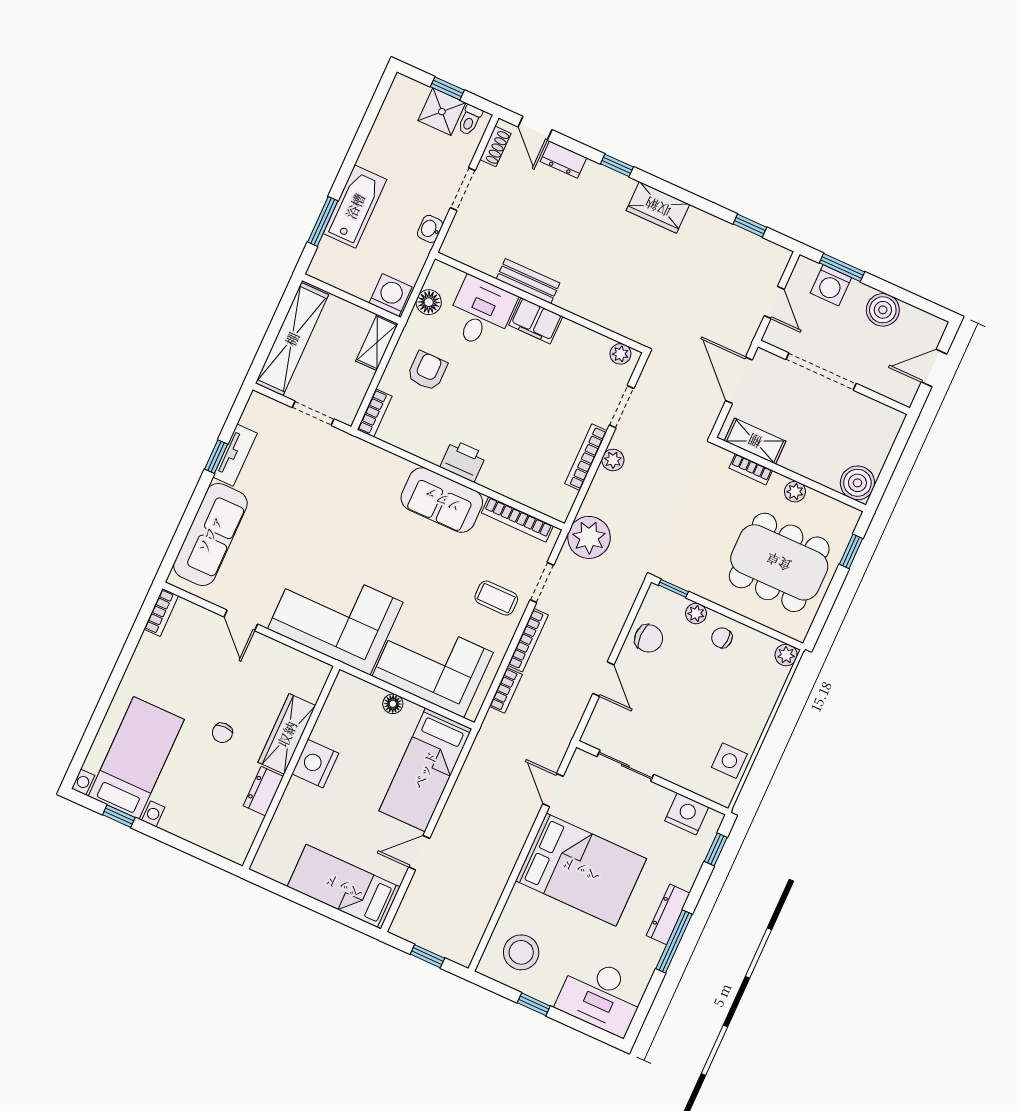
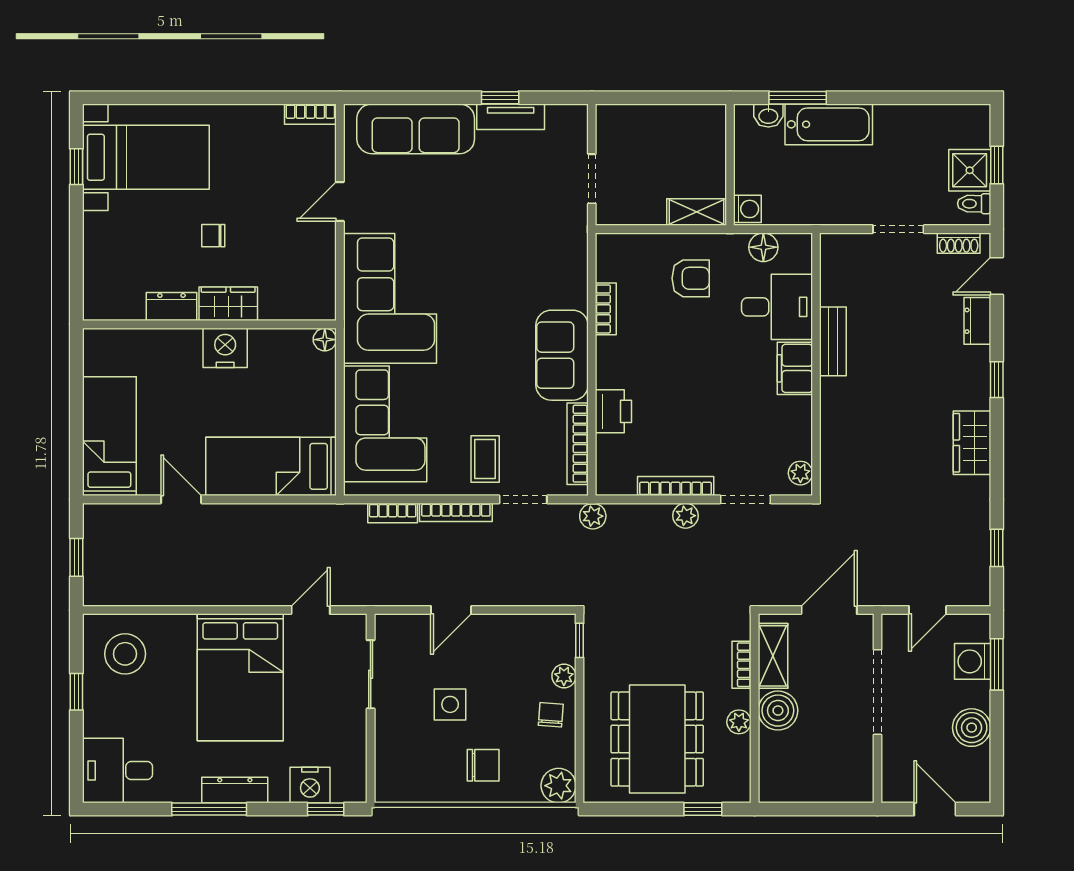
washbasin: (430, 229) -> (768, 116), moved, turned 180
washing machine: (390, 295) -> (747, 209), width x0.73, depth x0.73
shelving: (292, 339) -> (660, 121), removed
bookcase: (375, 413) -> (606, 309), moved, turned -90
printer: (463, 461) -> (613, 411), moved
boiler: (857, 483) -> (778, 711), moved
plant: (589, 537) -> (593, 516), width x0.53, depth x0.53
chair: (649, 638) -> (483, 765), moved, turned -90
plant: (786, 655) -> (559, 786), width x1.38, depth x1.38
floor lamp: (393, 704) -> (325, 340), moved
wardrobe: (287, 734) -> (228, 304), width x0.67
side table: (729, 761) -> (450, 704), moved
nightstand: (687, 814) -> (310, 785), moved, turned 90
desk: (601, 996) -> (117, 770), width x0.73

